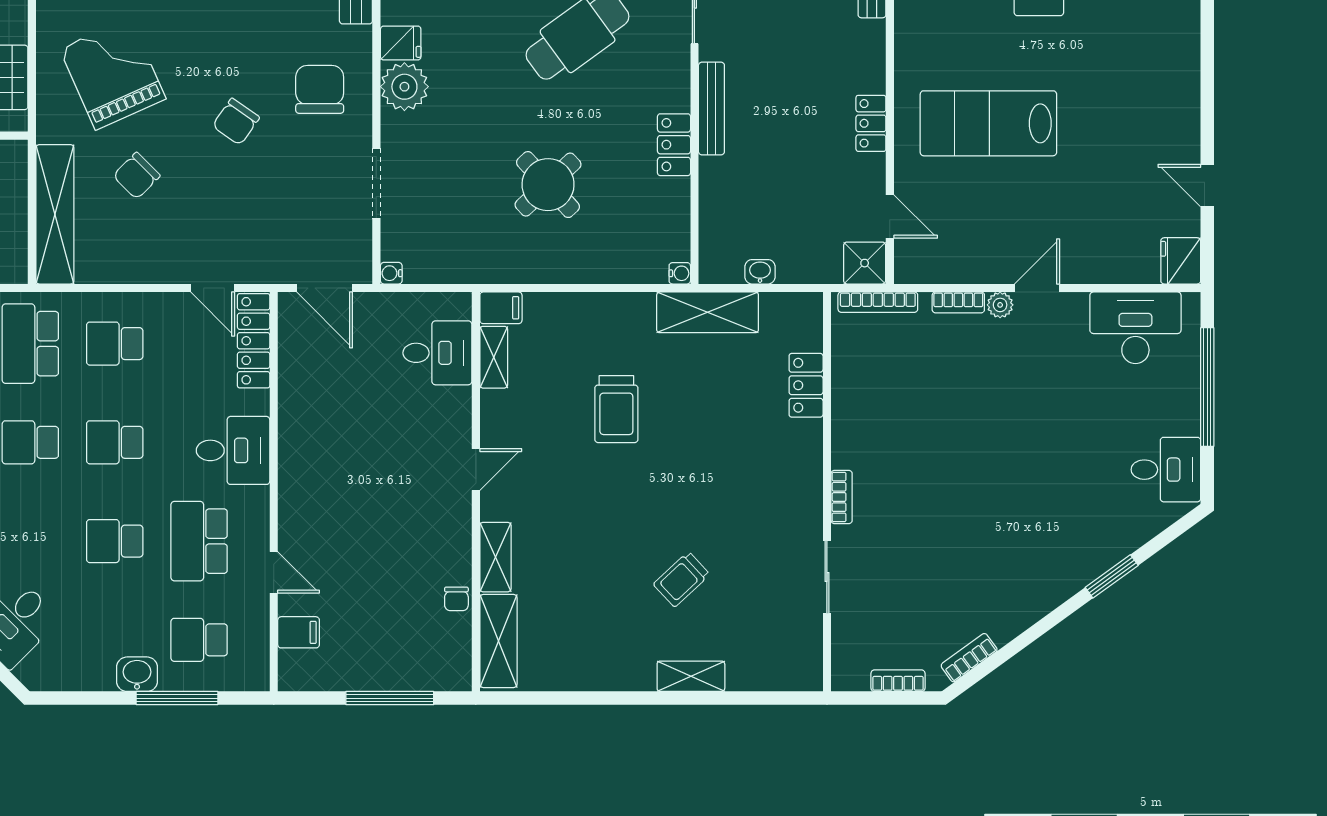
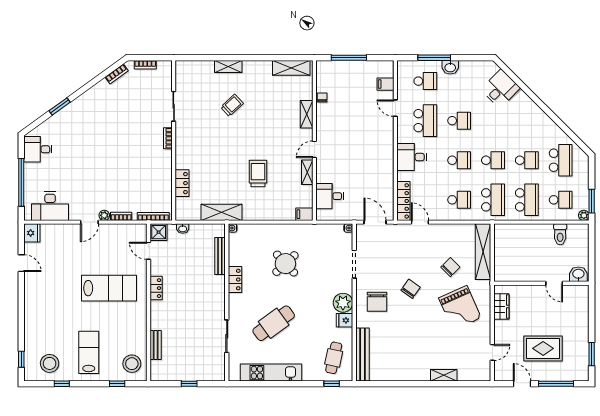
bench: (711, 109) -> (220, 256), moved
washbasin: (760, 272) -> (183, 229), moved
shelving: (494, 357) -> (307, 172), moved
shelving: (498, 641) -> (291, 68), moved, turned 90

